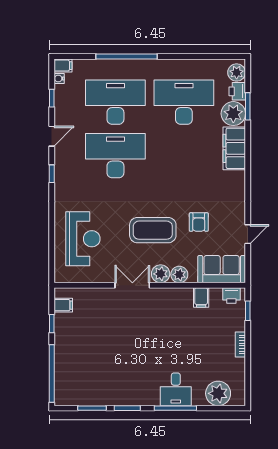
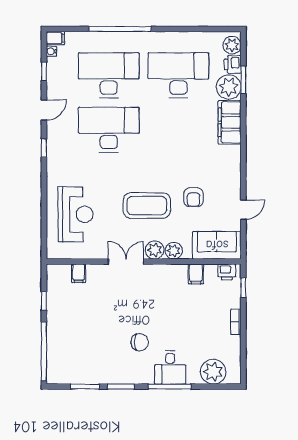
filing cabinet: (63, 305) -> (79, 273), moved, turned 90
chair: (146, 364) -> (140, 342), added

